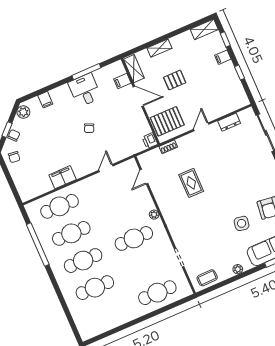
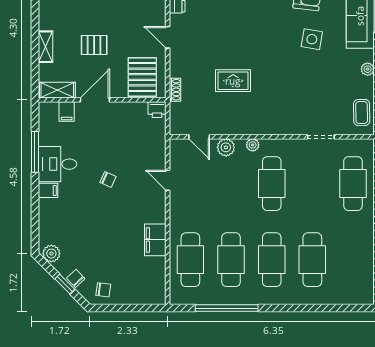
pallet: (175, 80) -> (94, 45), turned 90
filing cabinet: (45, 100) -> (48, 190), moved
plant: (145, 197) -> (226, 147), added

